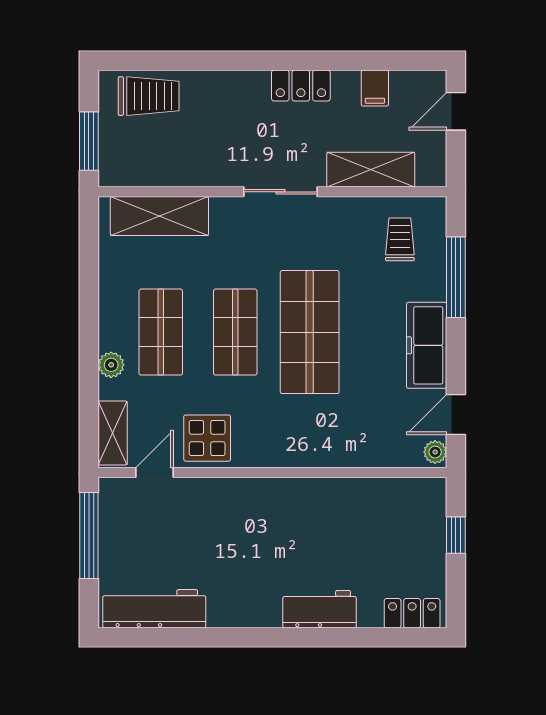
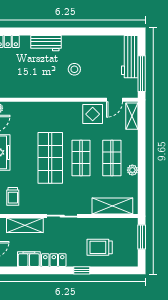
window: (233, 61) -> (82, 270), added
filing cabinet: (375, 88) -> (29, 259), width x2.00
trolley: (149, 96) -> (100, 247), moved
plant: (111, 365) -> (132, 170), moved
stool: (251, 546) -> (74, 69), added
workbench: (154, 609) -> (130, 57), moved, turned 90

